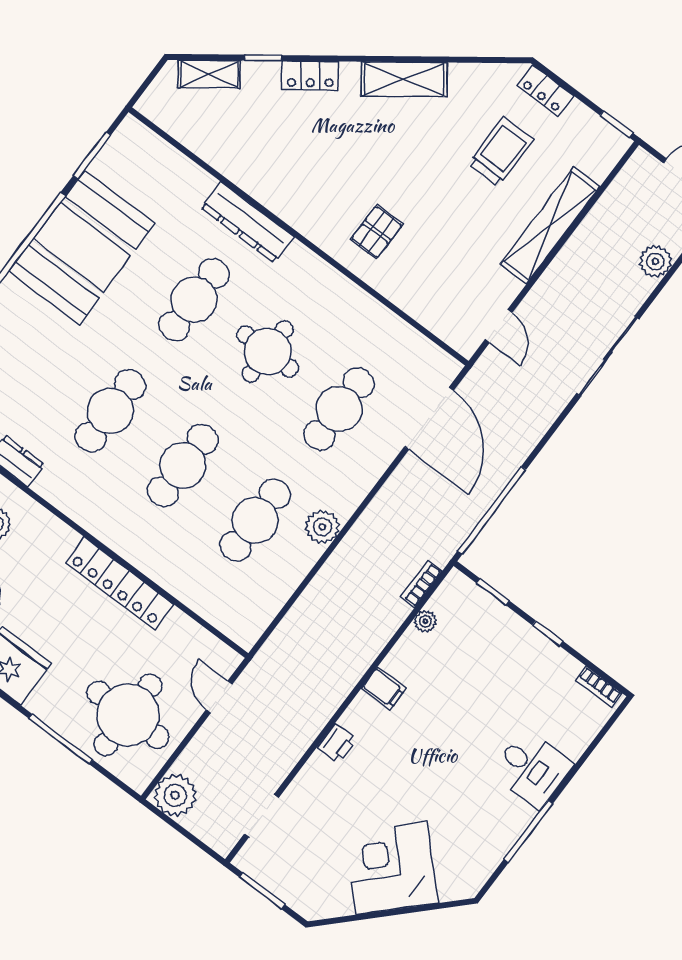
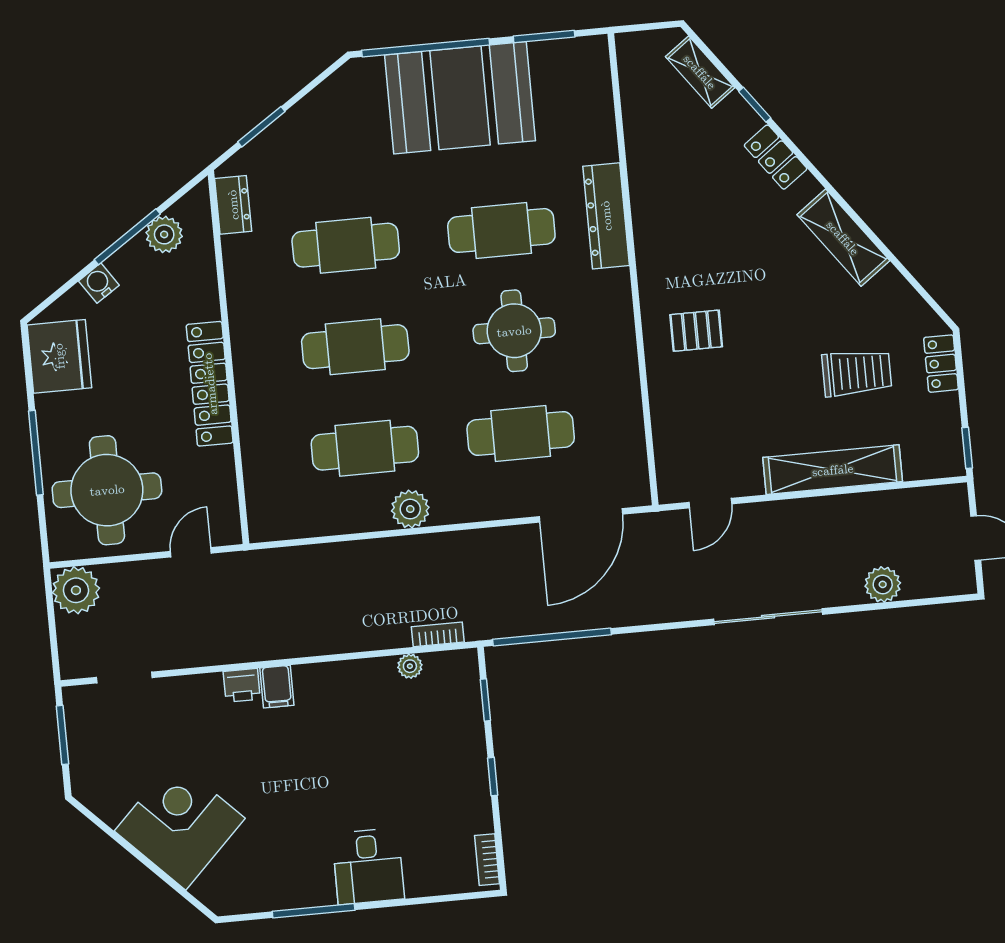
filing cabinet: (384, 688) -> (277, 687), moved

